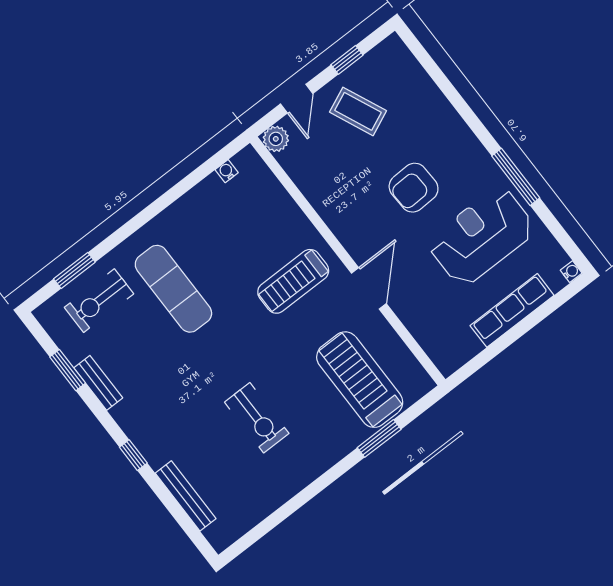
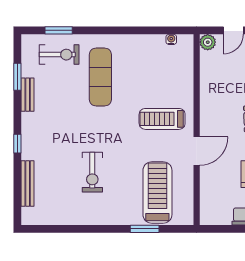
exercise bike: (99, 301) -> (59, 55), turned 180

